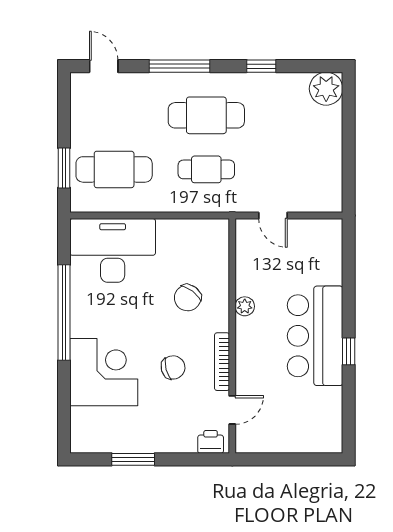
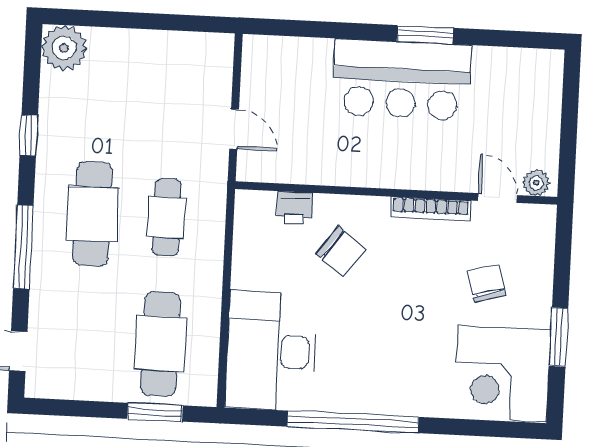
door: (273, 216) -> (234, 129), hinge flipped
plant: (245, 306) -> (536, 183), moved
window: (349, 351) -> (425, 35), width x1.50
chair: (173, 367) -> (487, 283), moved
corner desk: (104, 372) -> (502, 374), moved, turned -90
printer: (211, 442) -> (295, 208), moved, turned -90

